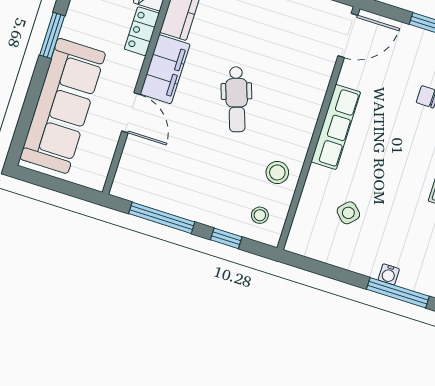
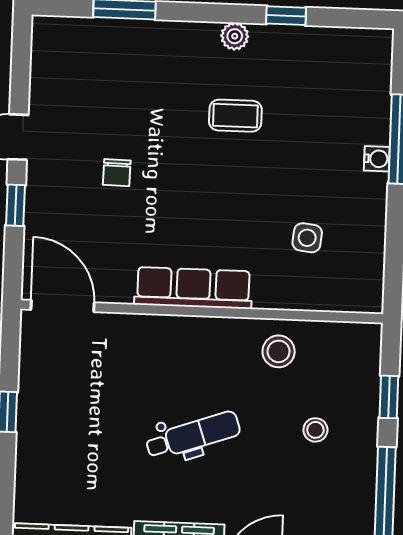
side table: (348, 213) -> (307, 238), turned -38
stool: (260, 215) -> (315, 430), moved

